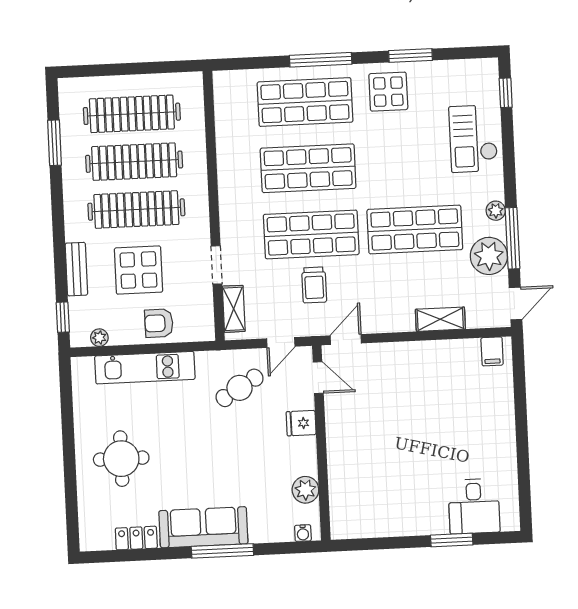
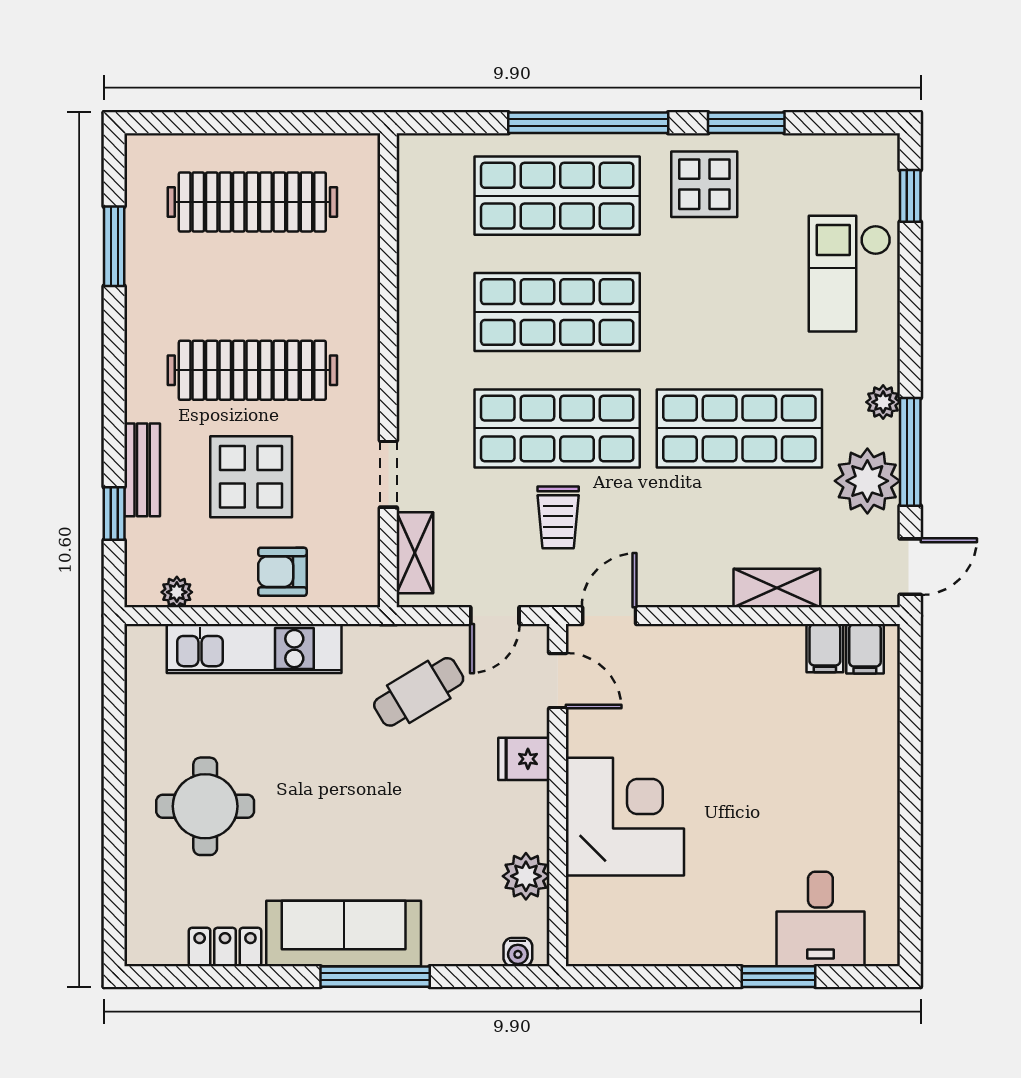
window: (321, 60) -> (588, 123), width x1.46
clothes rail: (134, 162) -> (252, 286), removed
window: (63, 317) -> (114, 513), moved
filing cabinet: (469, 352) -> (825, 648), added
corner desk: (360, 453) -> (625, 817), added

